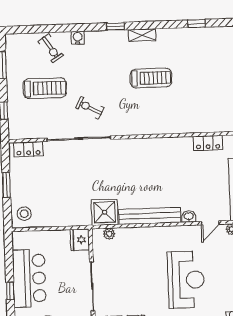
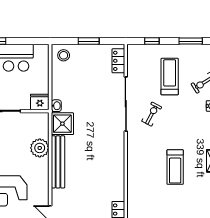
treadmill: (45, 88) -> (170, 77), turned 180
washbasin: (189, 217) -> (56, 106), moved
plant: (109, 234) -> (40, 148), moved, width x1.87, depth x1.87

